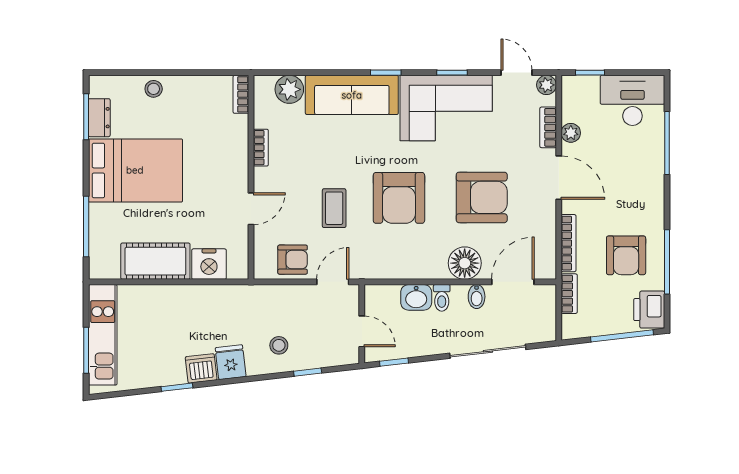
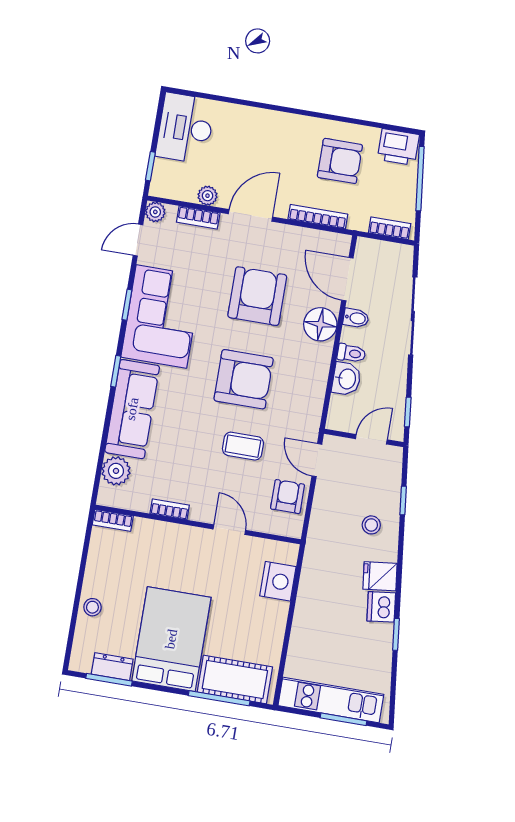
window: (667, 143) -> (234, 101), removed
cot: (155, 261) -> (235, 680), moved, turned 90
window: (667, 262) -> (353, 121), removed
bookcase: (569, 294) -> (390, 228), moved

